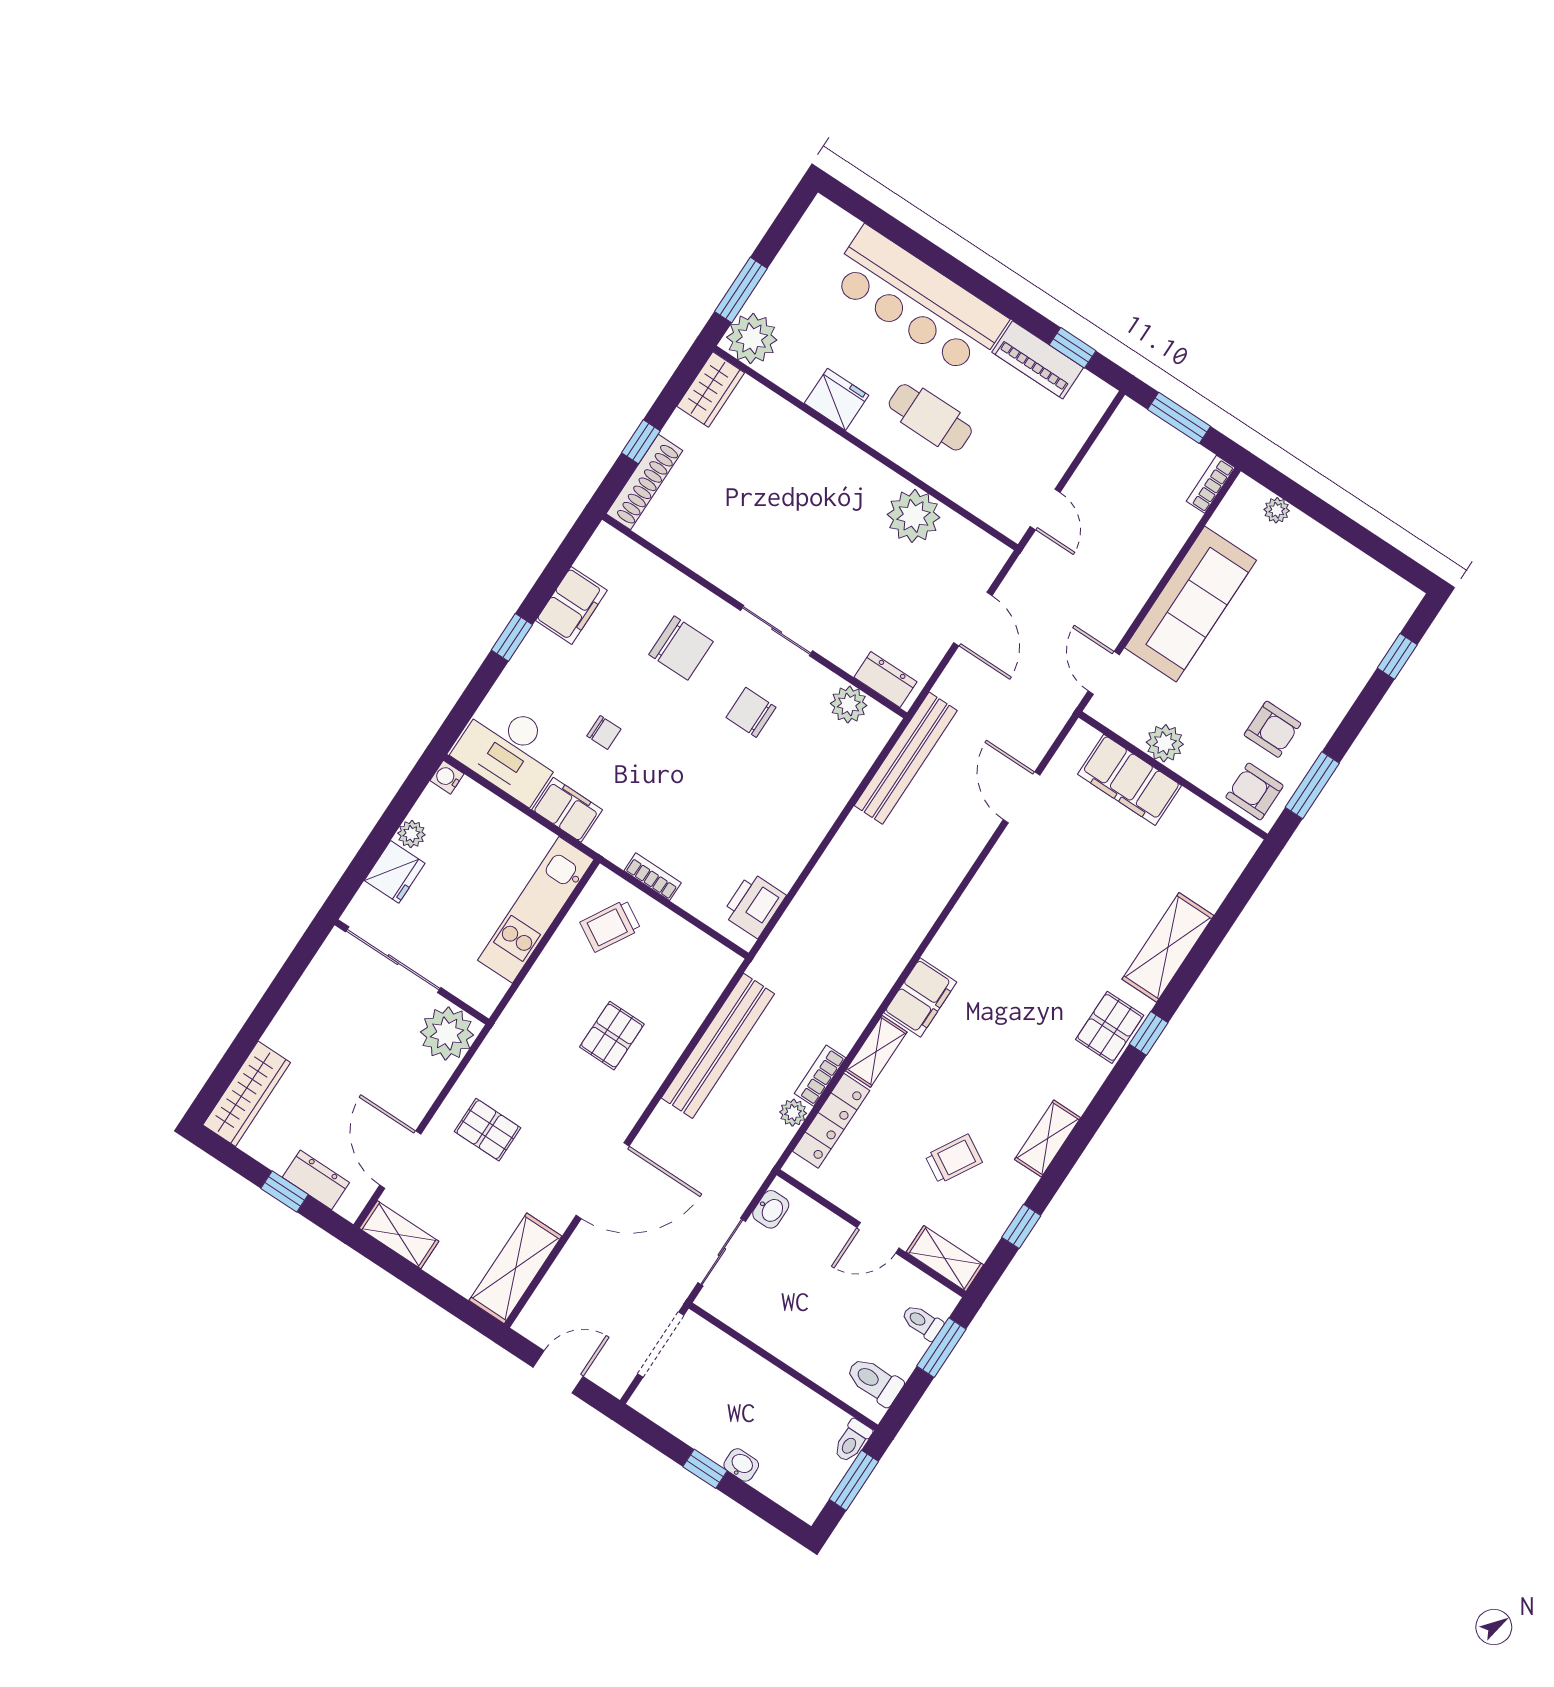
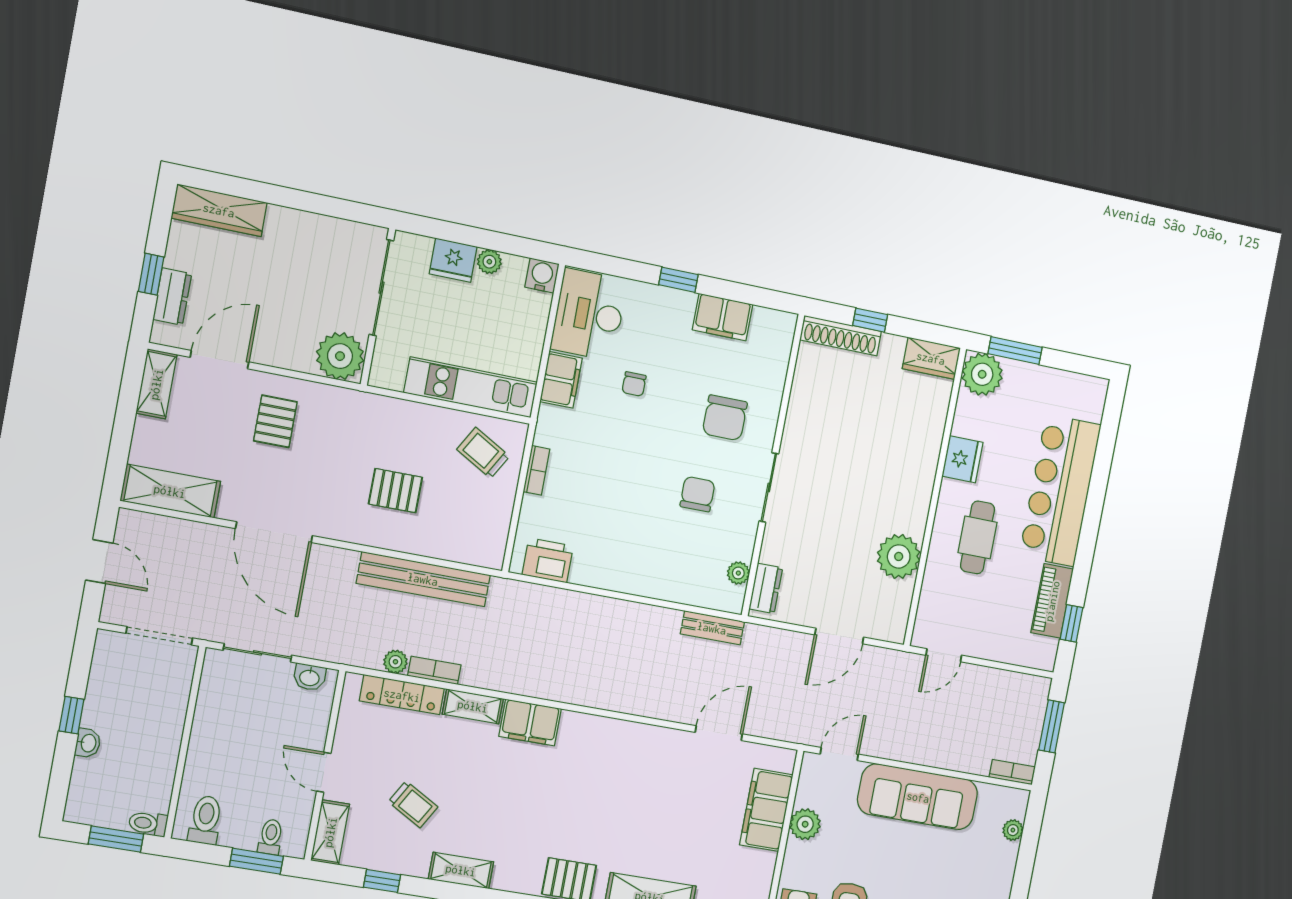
plant: (849, 704) -> (738, 573), width x0.73, depth x0.73
bench: (906, 758) -> (712, 628), width x0.54, depth x0.82
water cooler: (447, 777) -> (542, 275), width x1.38, depth x1.38

